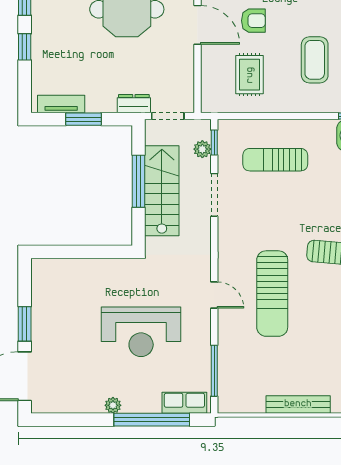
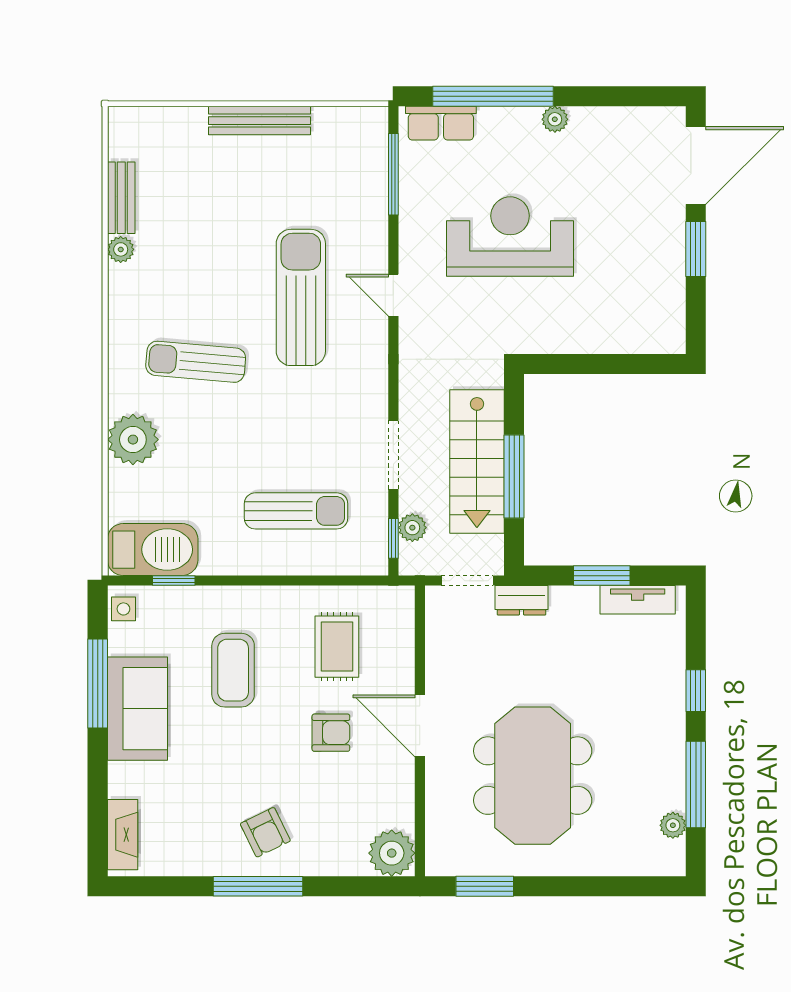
armchair: (253, 21) -> (331, 733), turned 180

